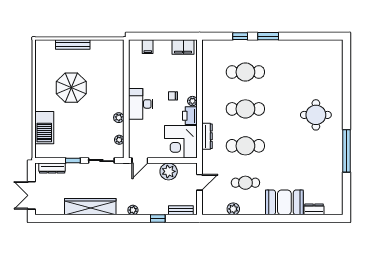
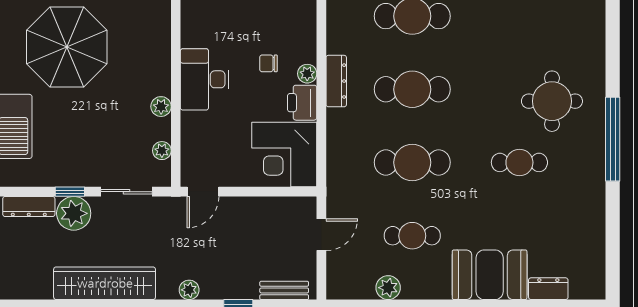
parasol: (71, 88) -> (67, 47), width x1.36, depth x1.36
dresser: (207, 136) -> (336, 81), moved
cafe table: (299, 146) -> (519, 162), added
window: (346, 151) -> (613, 139), moved
plant: (169, 171) -> (74, 213), moved

